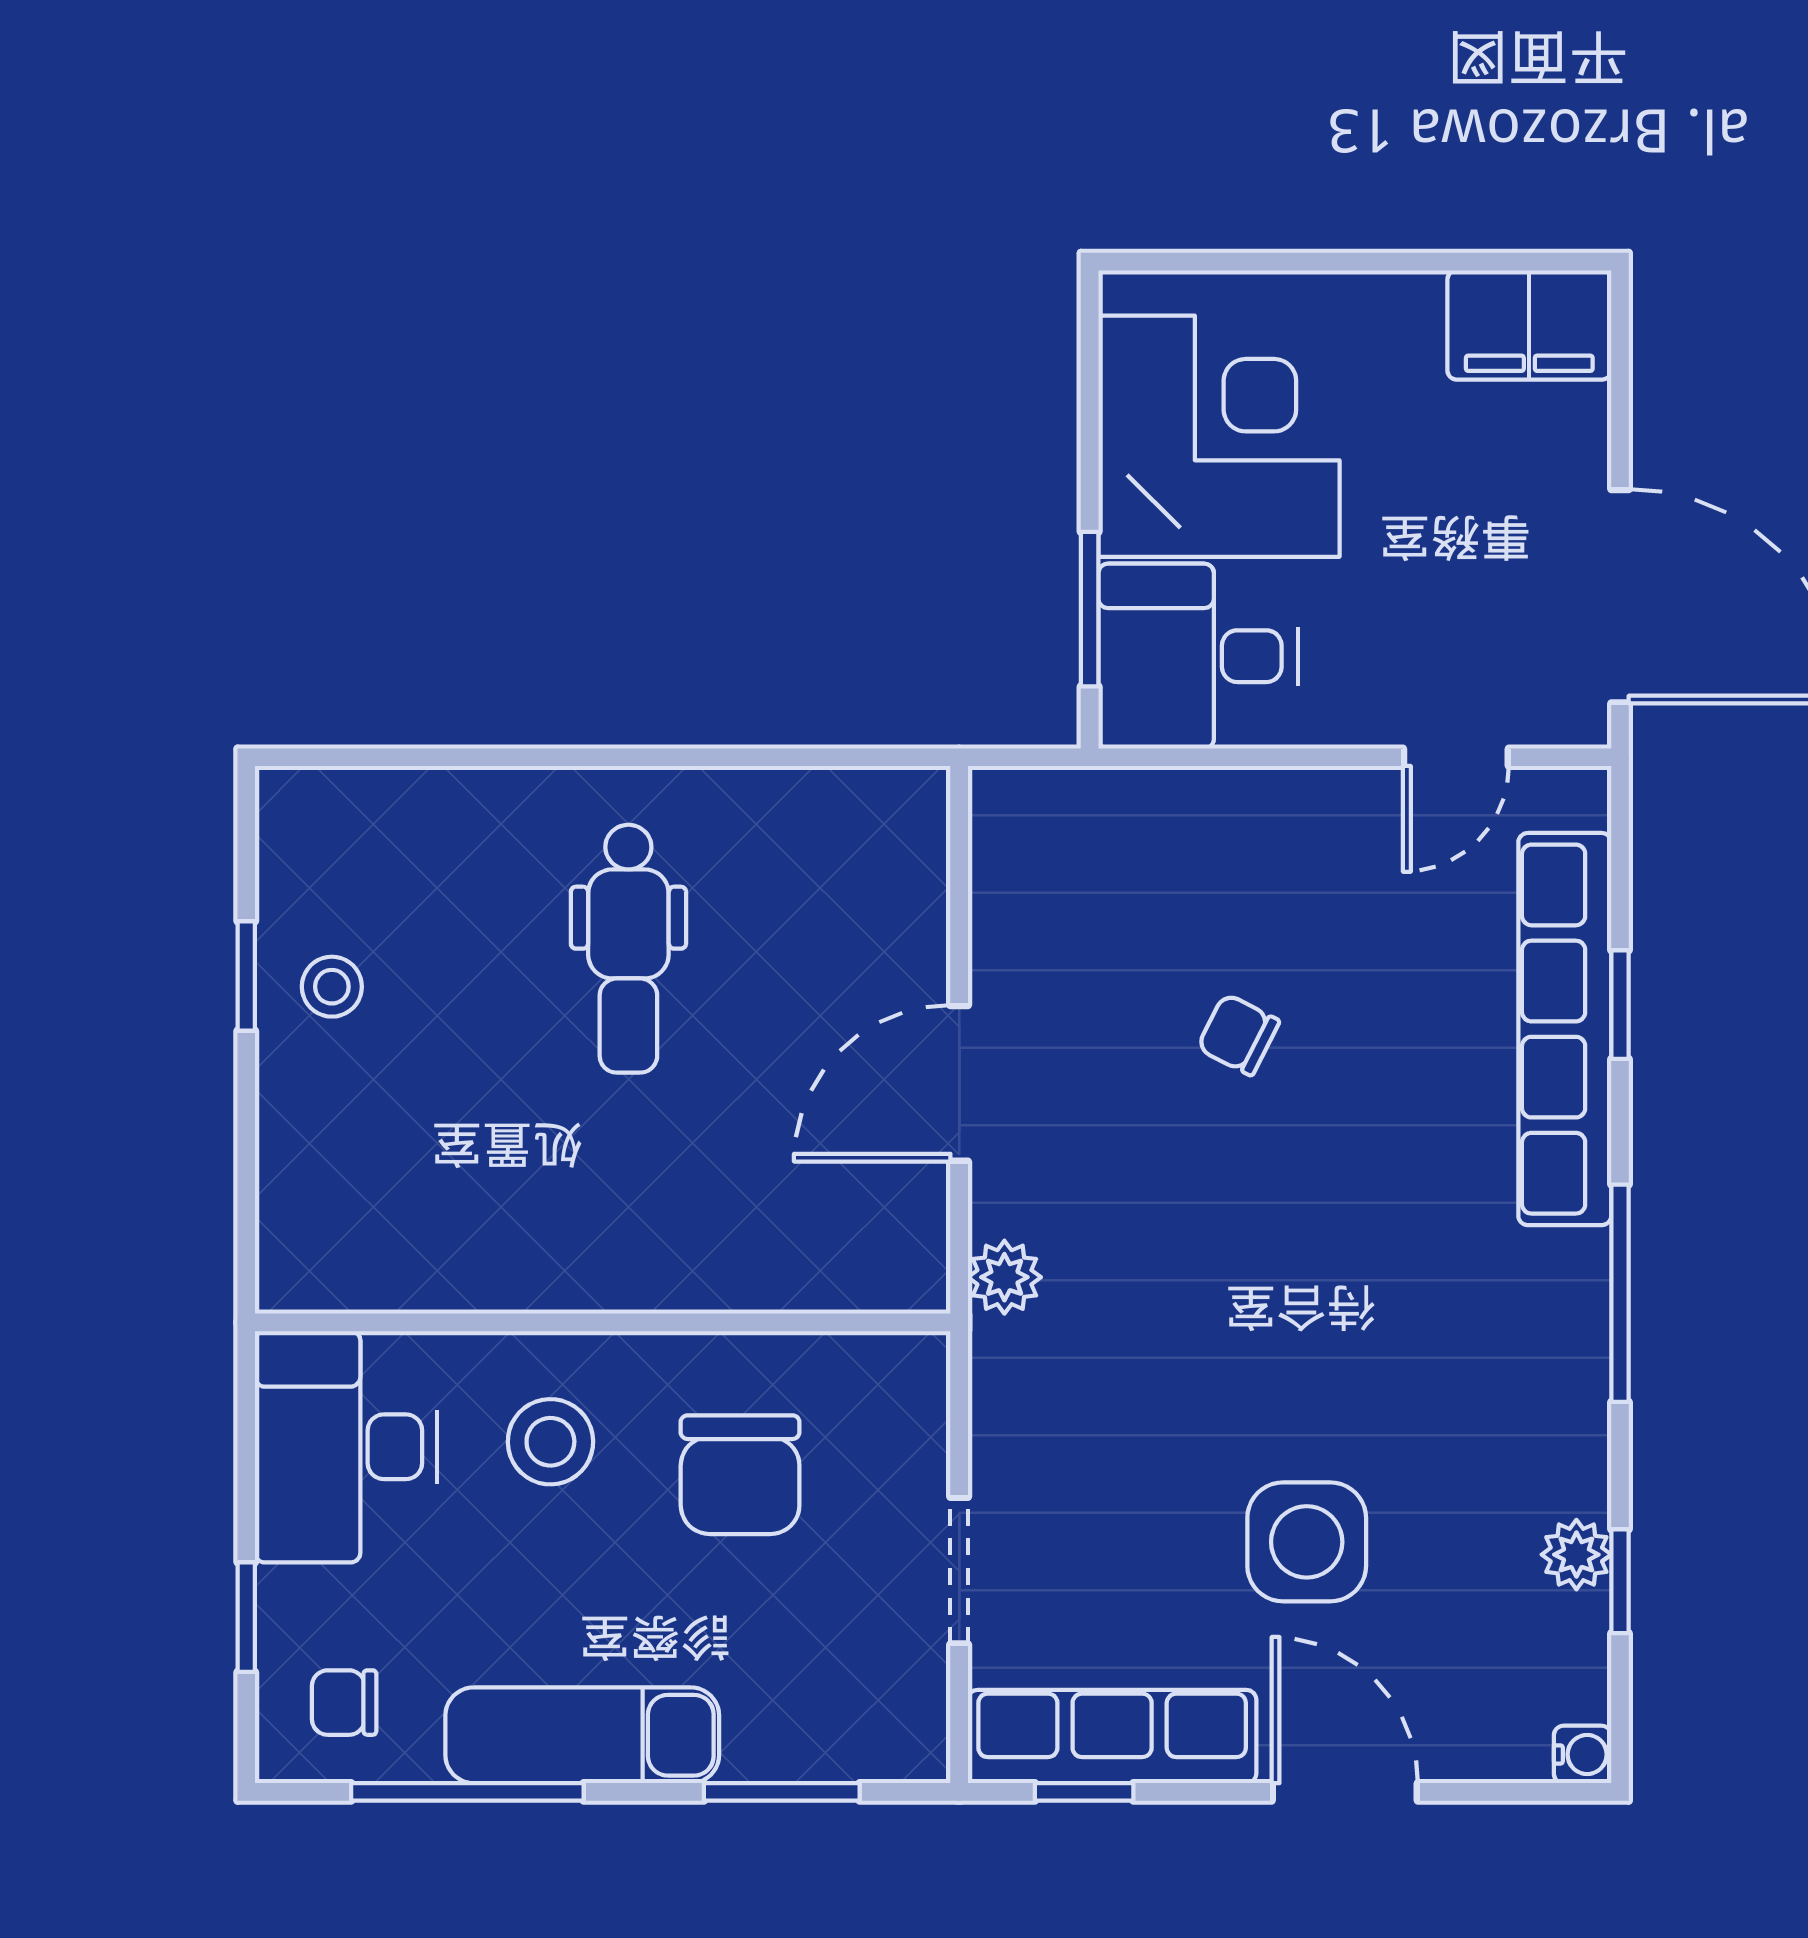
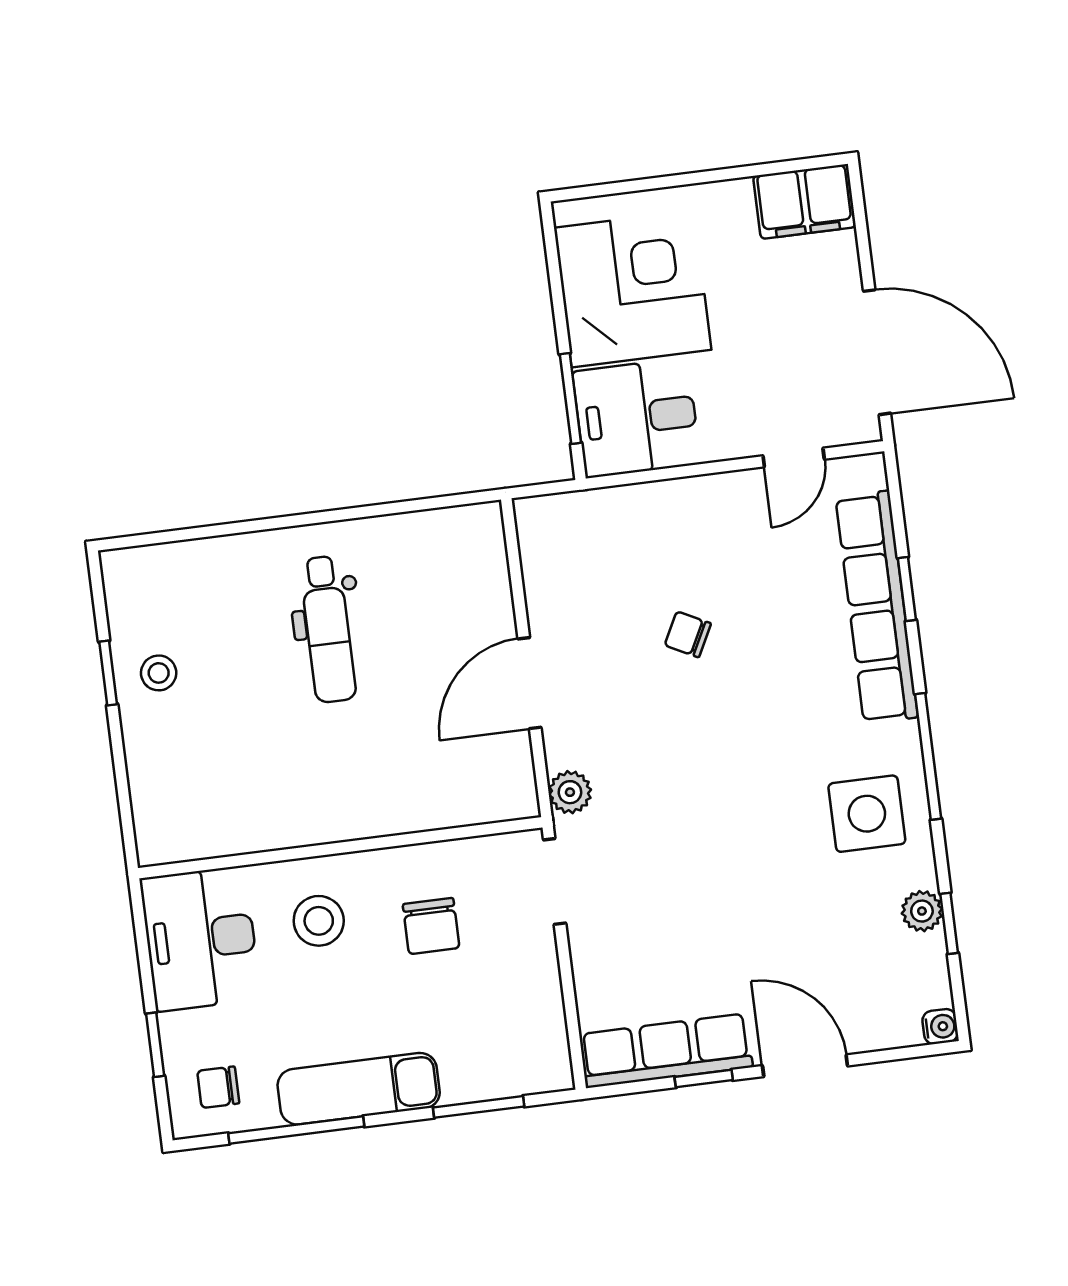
chair: (740, 1475) -> (431, 926), width x0.73, depth x0.73
side table: (1307, 1542) -> (867, 814), moved
doorway: (959, 1571) -> (555, 882), moved
window: (1084, 1792) -> (704, 1078), moved

